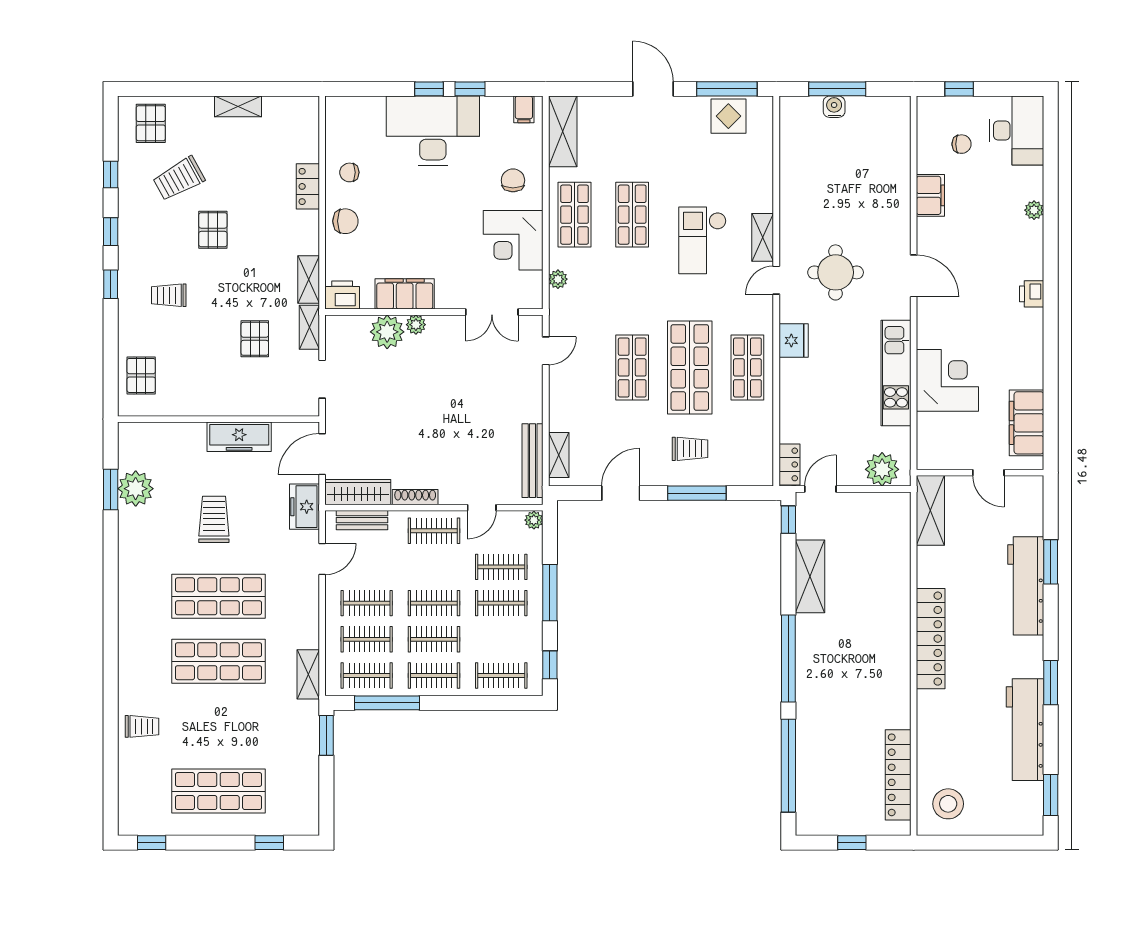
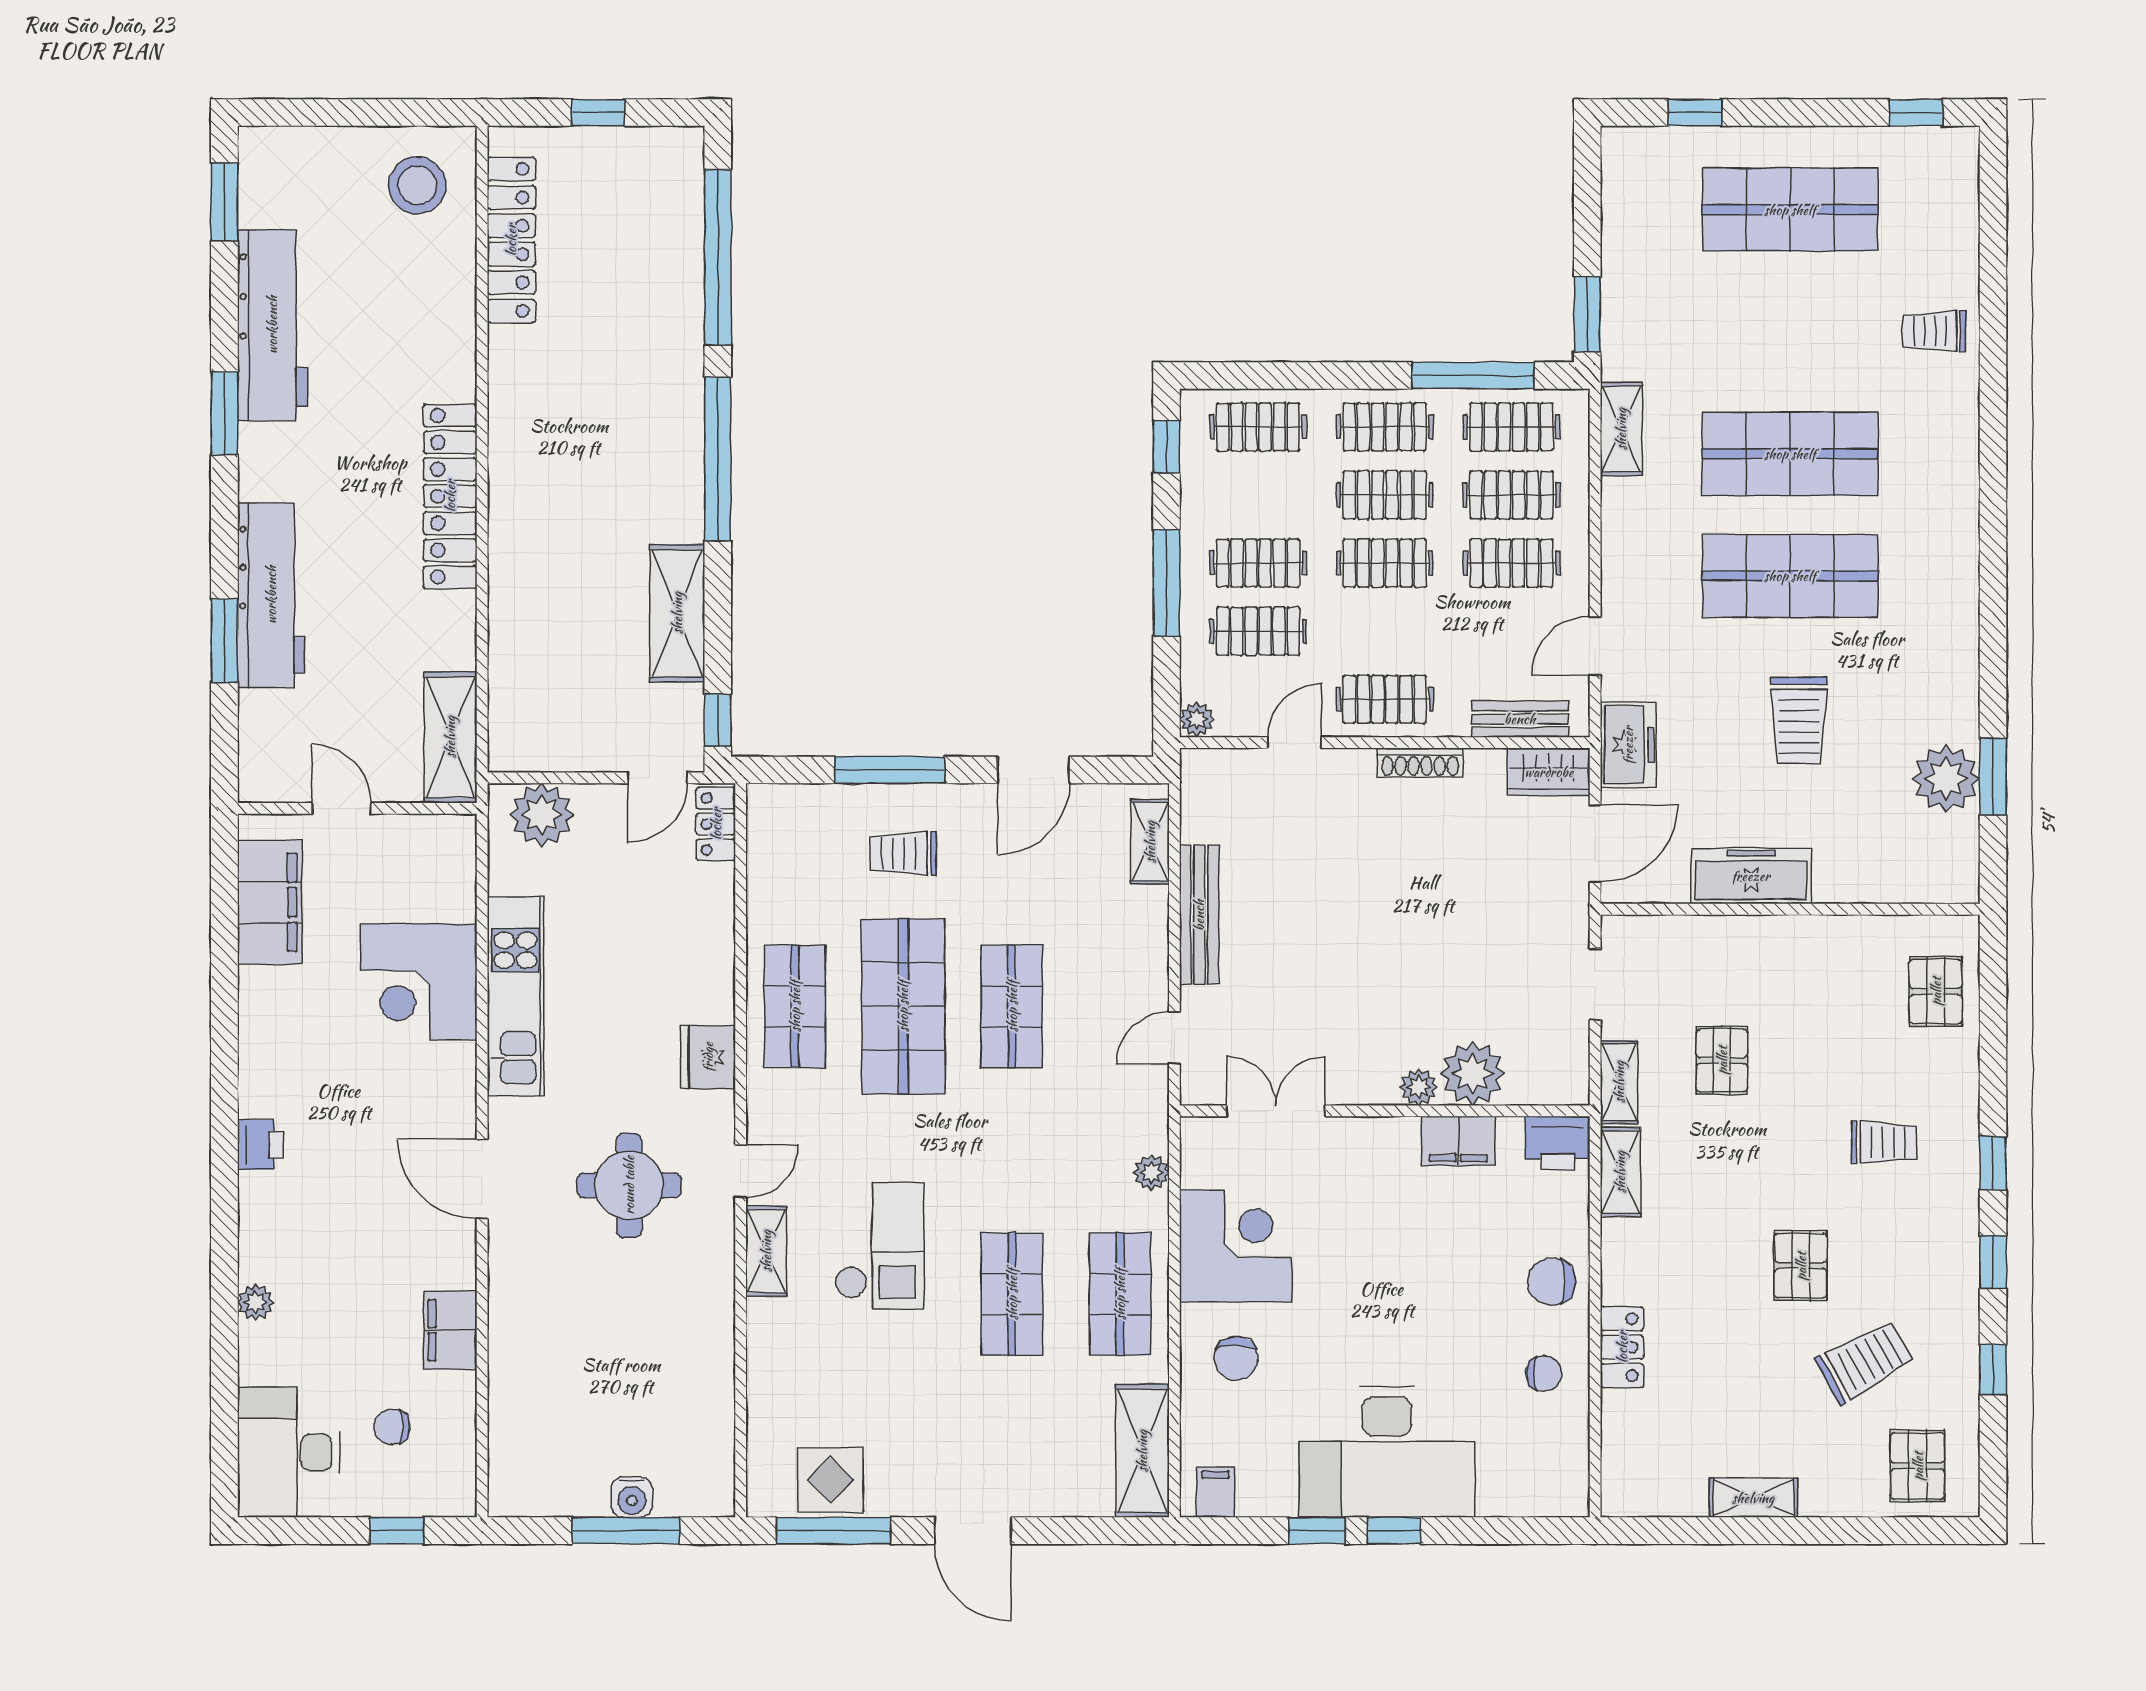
filing cabinet: (405, 294) -> (1458, 1141), width x0.67, depth x0.86
bench: (533, 461) -> (1199, 915), moved
wardrobe: (358, 492) -> (1549, 772), width x0.67

